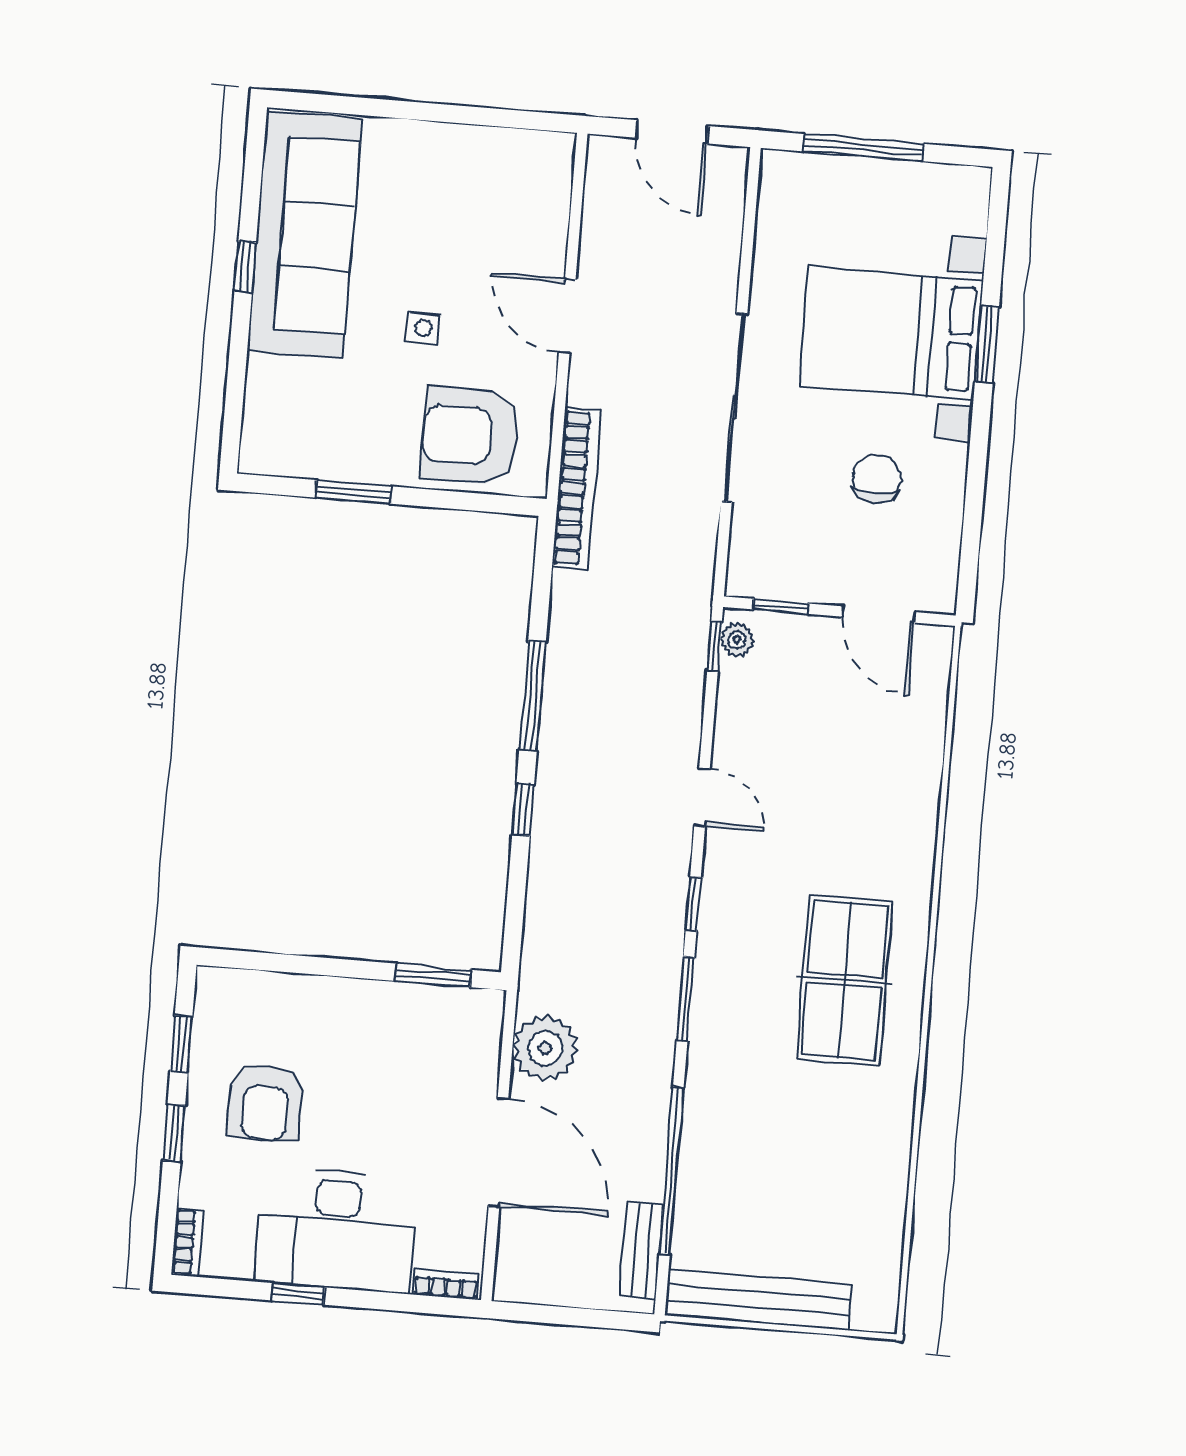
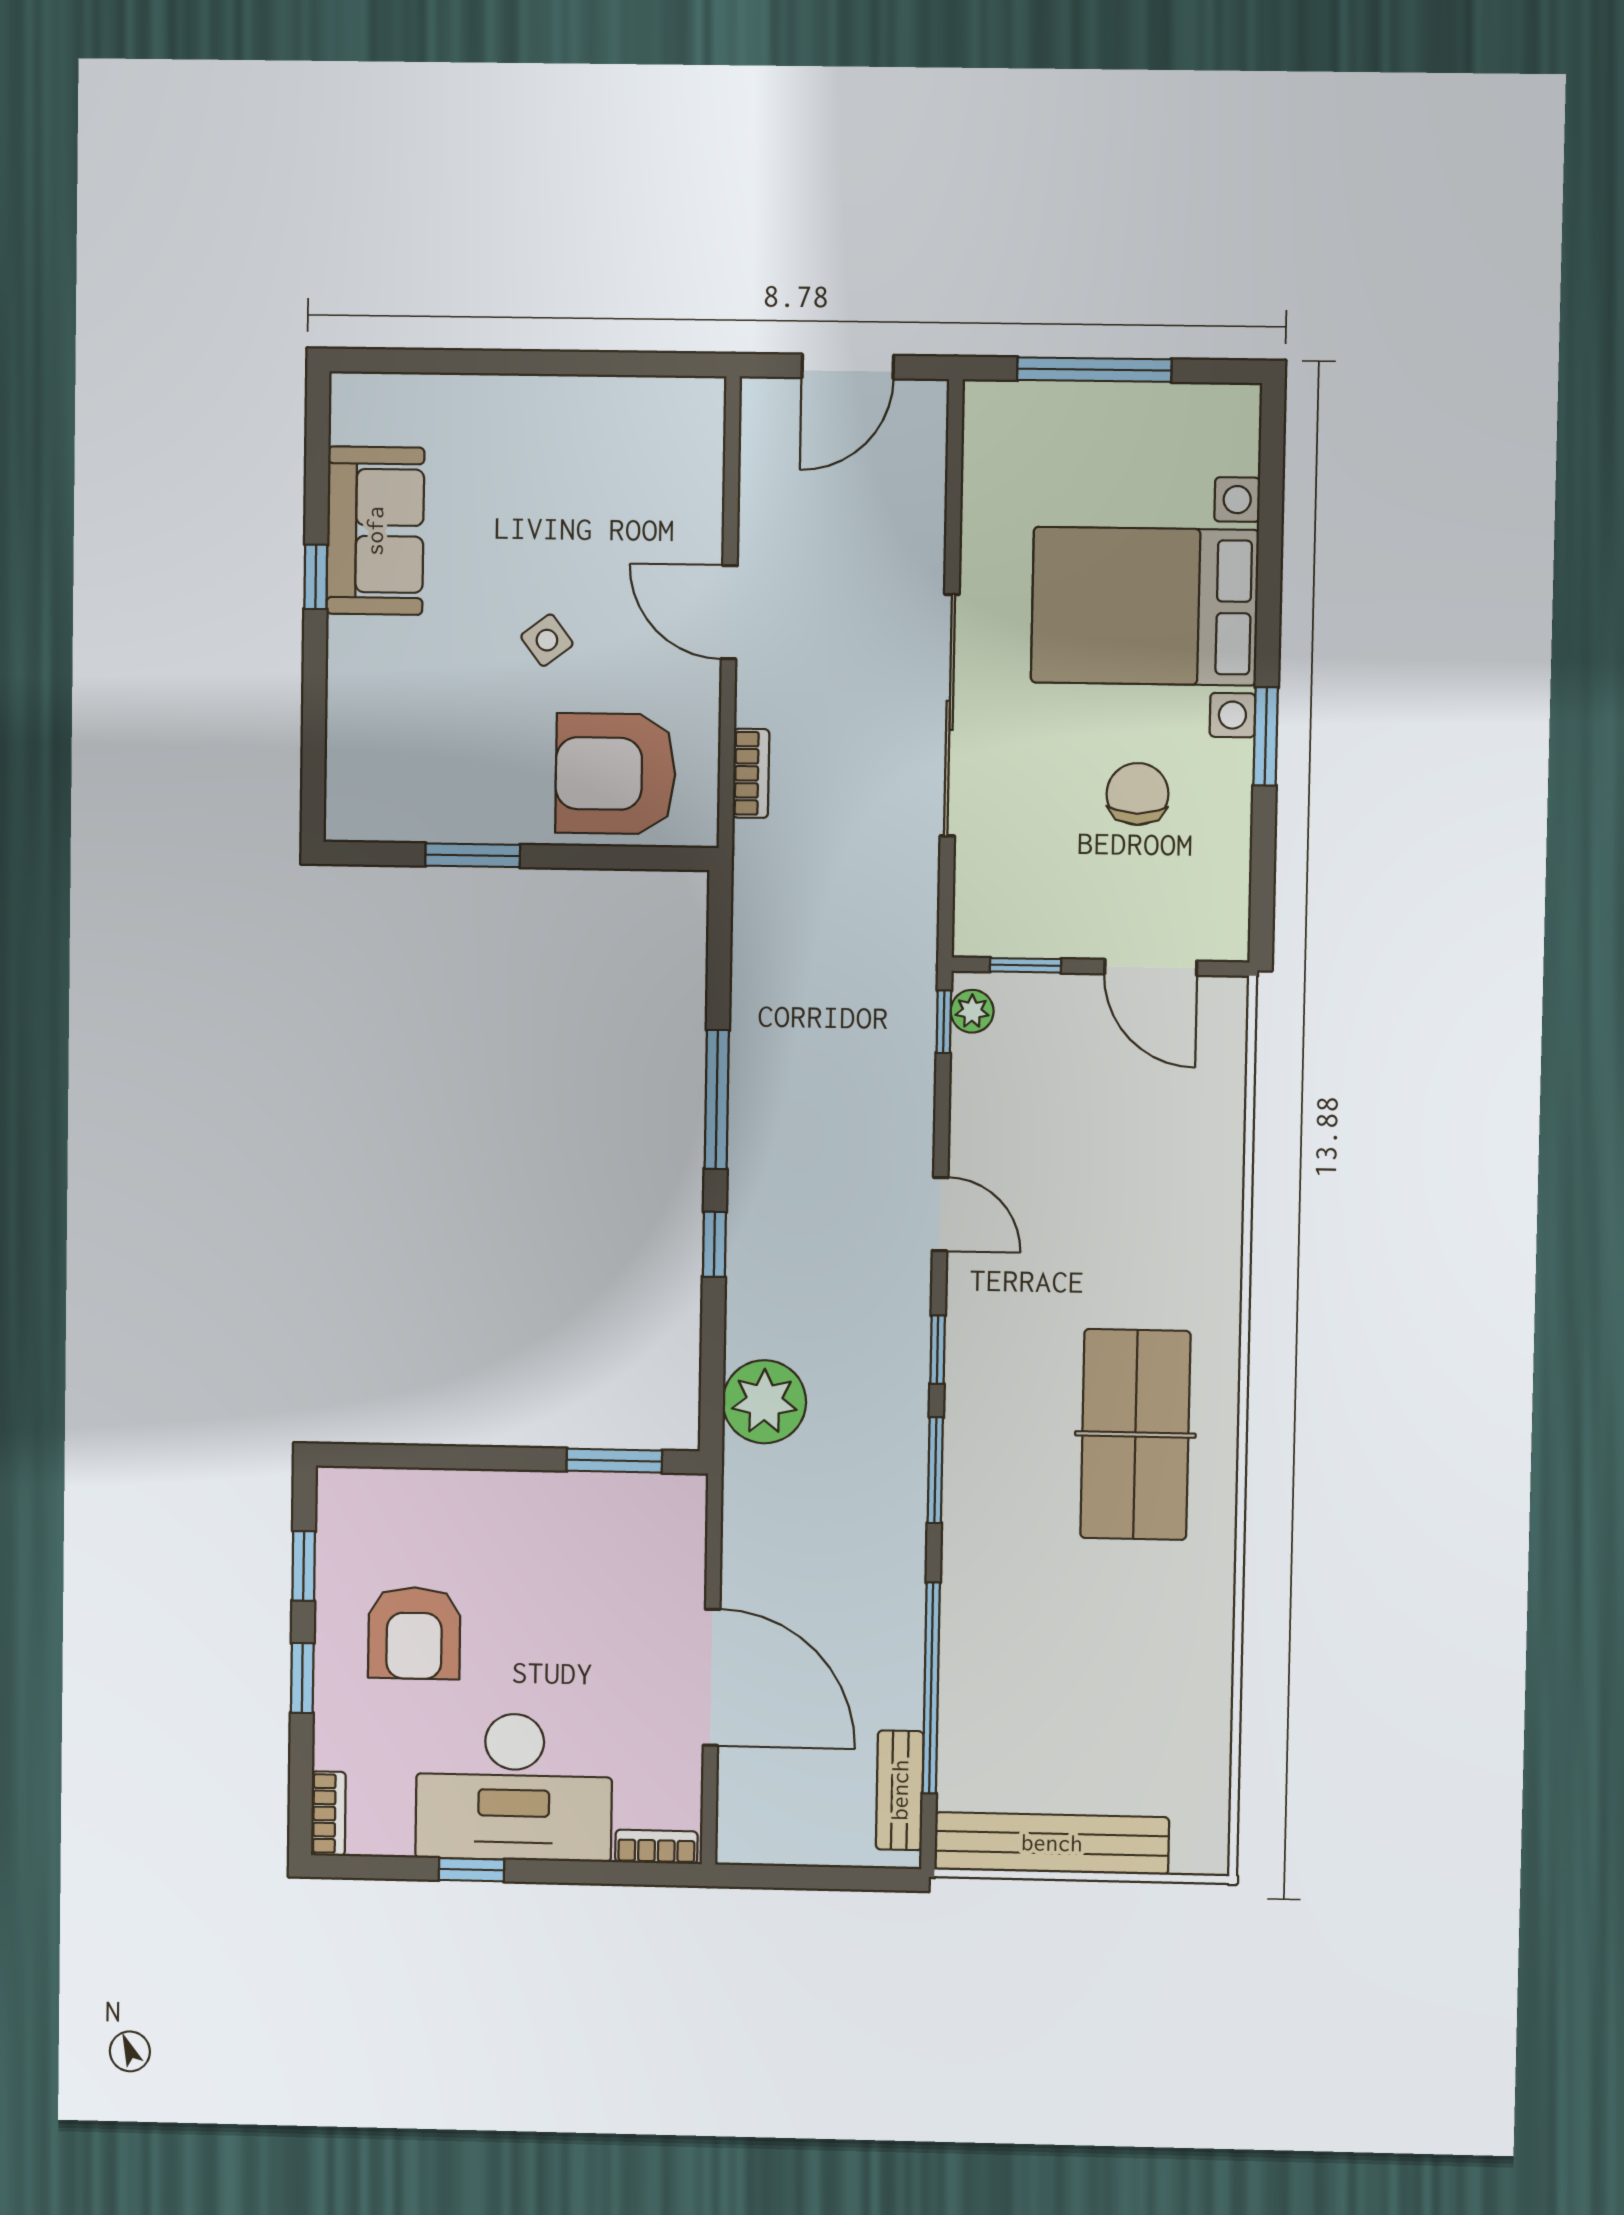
door: (672, 132) -> (848, 366), hinge flipped
sofa: (305, 234) -> (375, 531), width x0.54, depth x0.79
side table: (423, 328) -> (547, 640), turned -37
window: (987, 344) -> (1266, 736), moved
bookcase: (577, 488) -> (751, 773), width x0.43, depth x0.76
plant: (545, 1048) -> (764, 1402), moved

